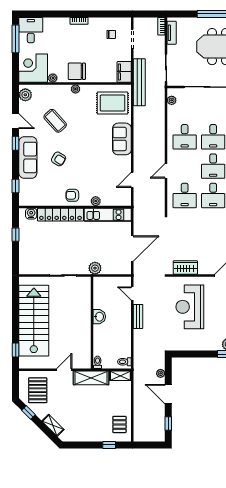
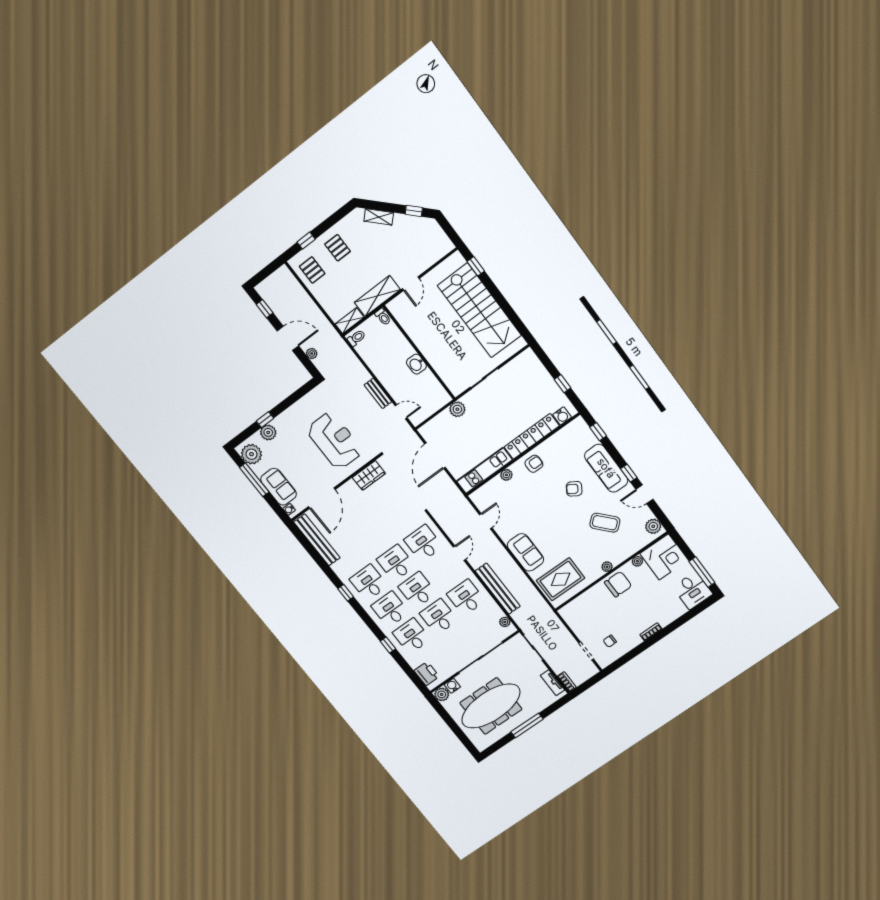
filing cabinet: (124, 72) -> (571, 616), removed
bench: (139, 82) -> (498, 589), moved
pallet: (38, 390) -> (338, 248), moved, width x0.67, depth x0.71

